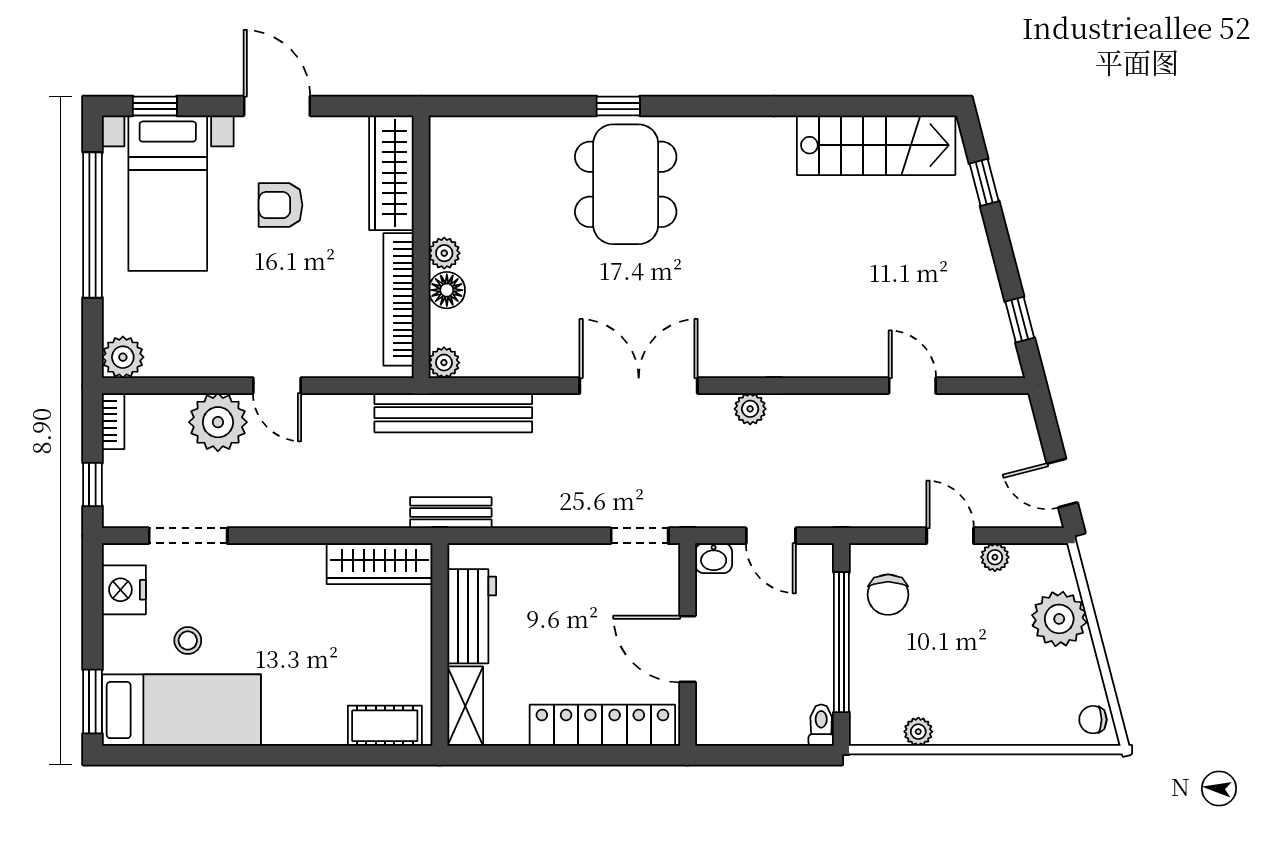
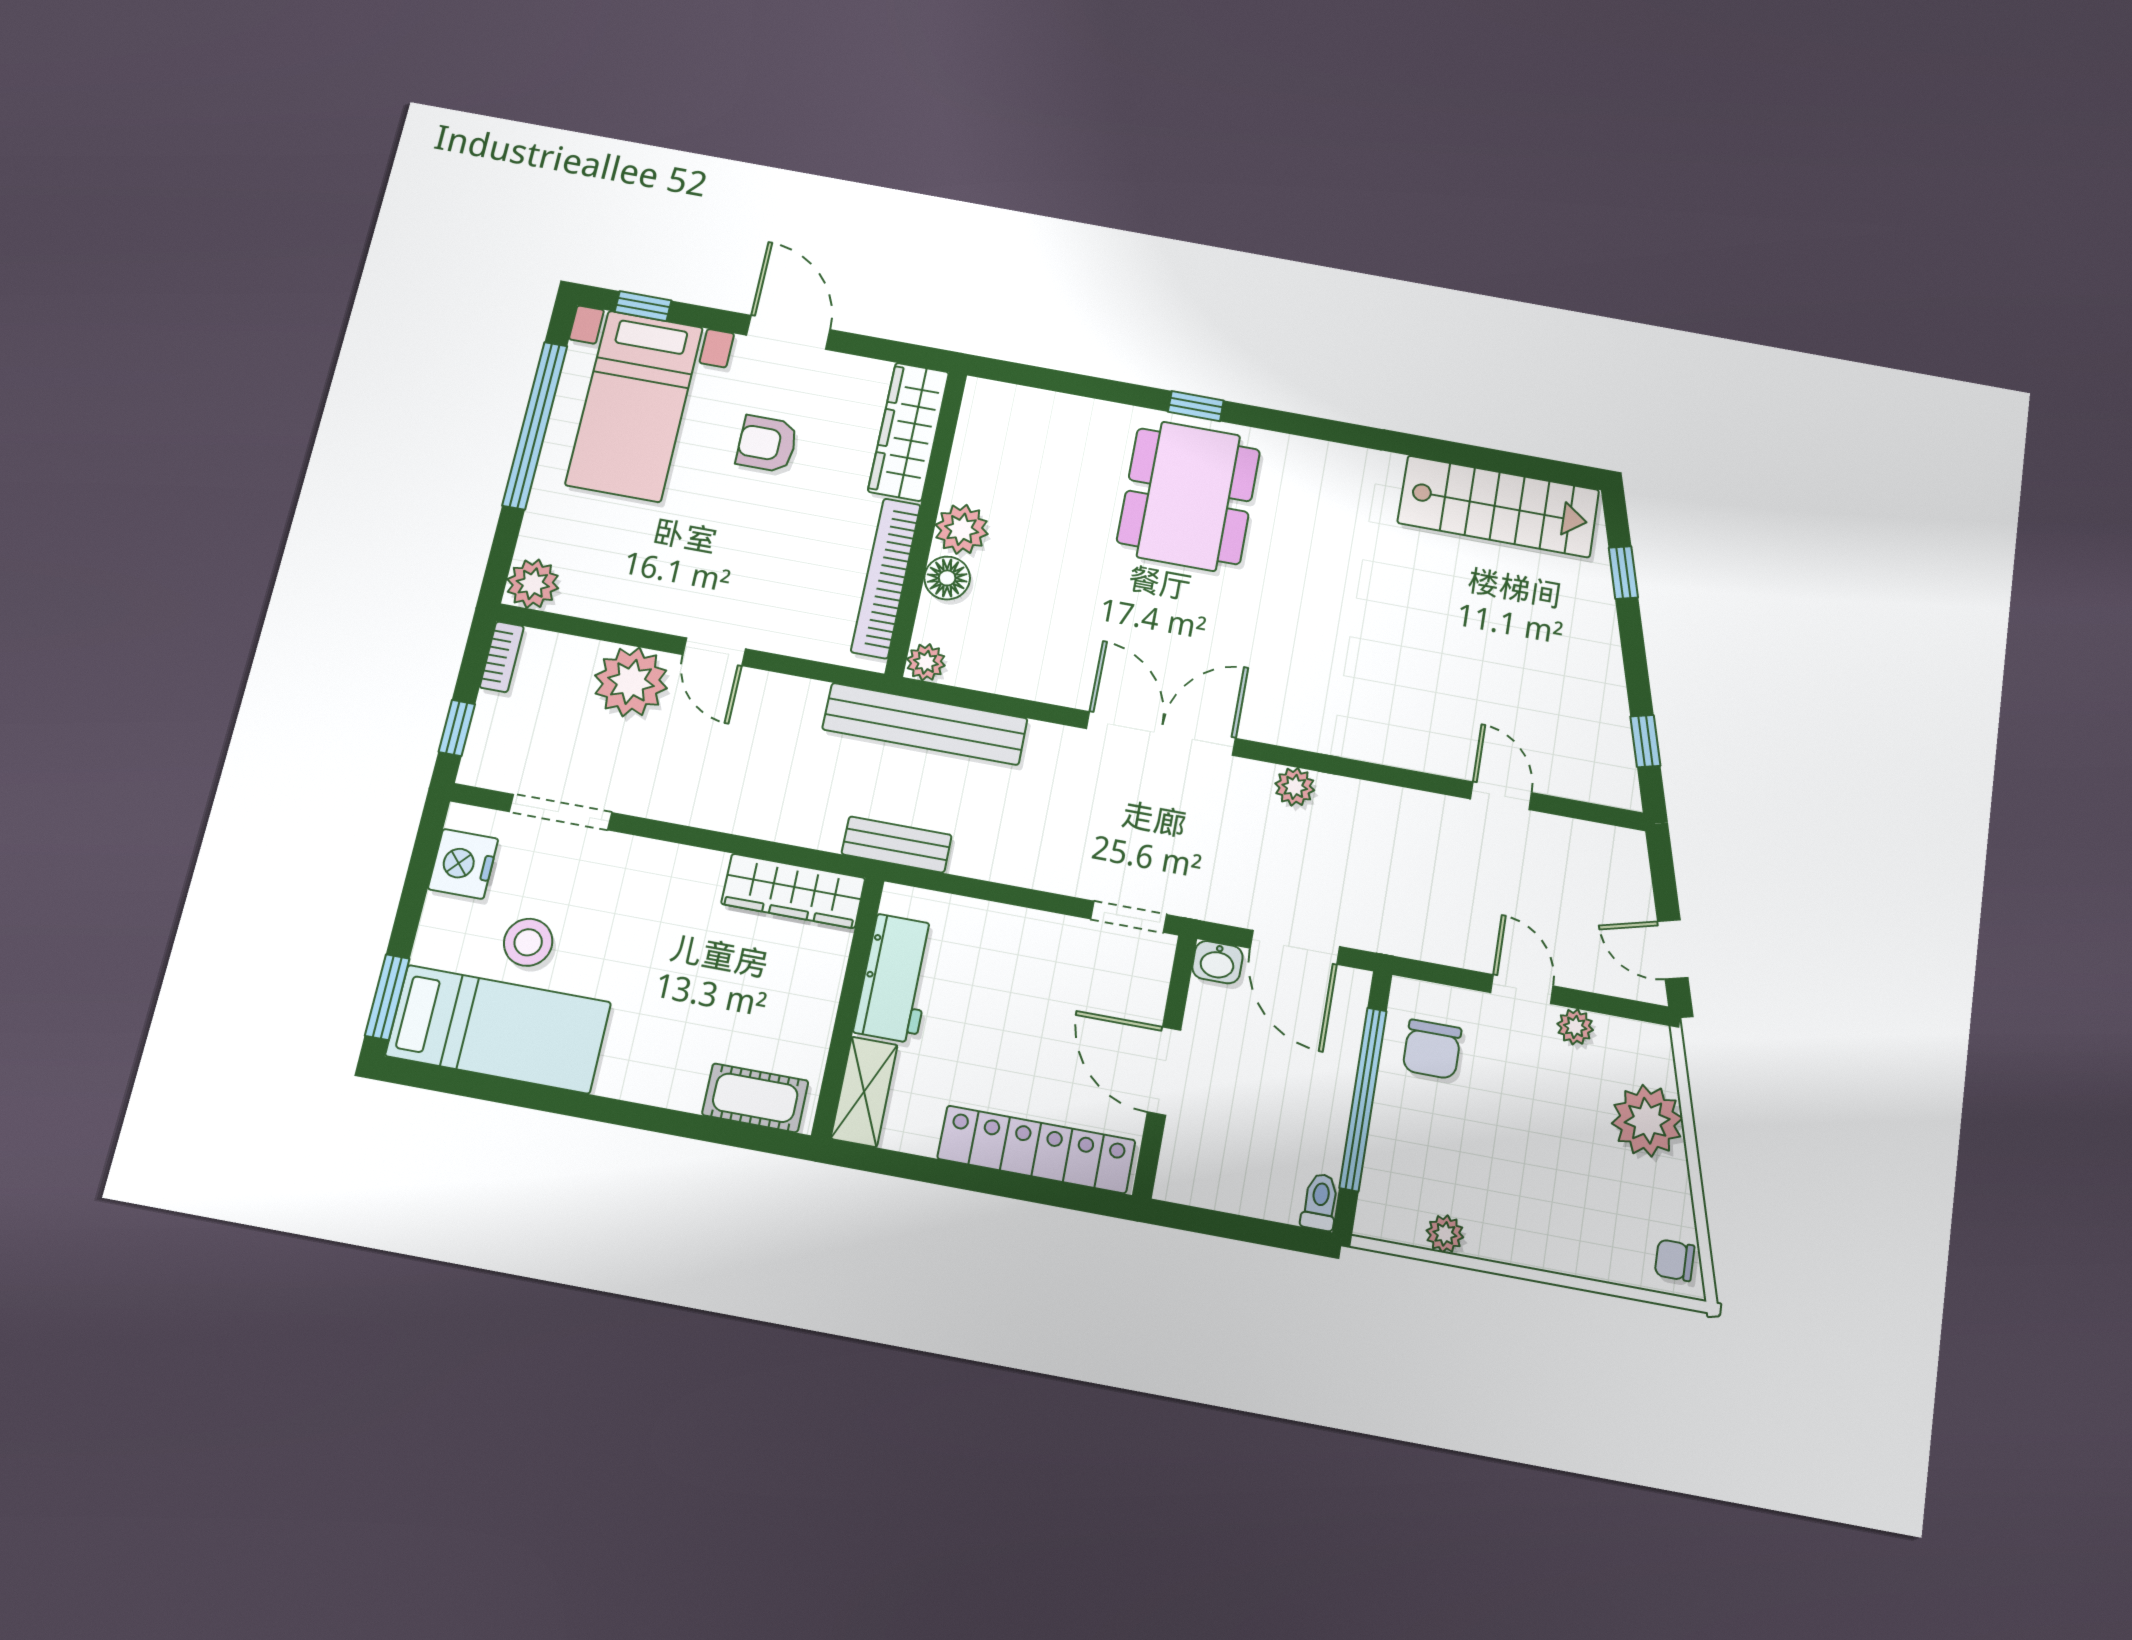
plant: (444, 253) -> (962, 529), width x1.38, depth x1.38
door: (771, 536) -> (1295, 947), width x1.38
stool: (188, 641) -> (528, 942), width x1.37, depth x1.37

